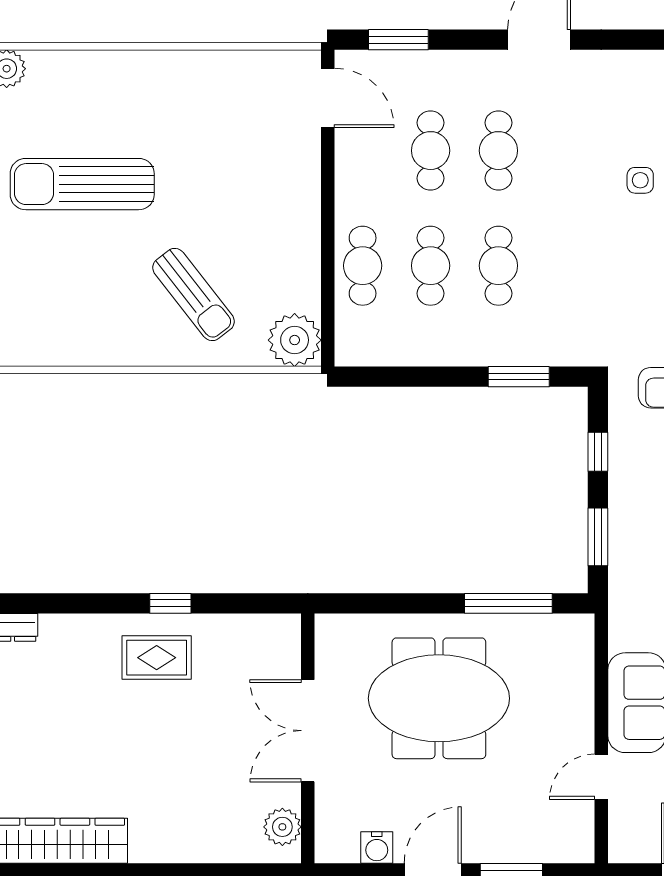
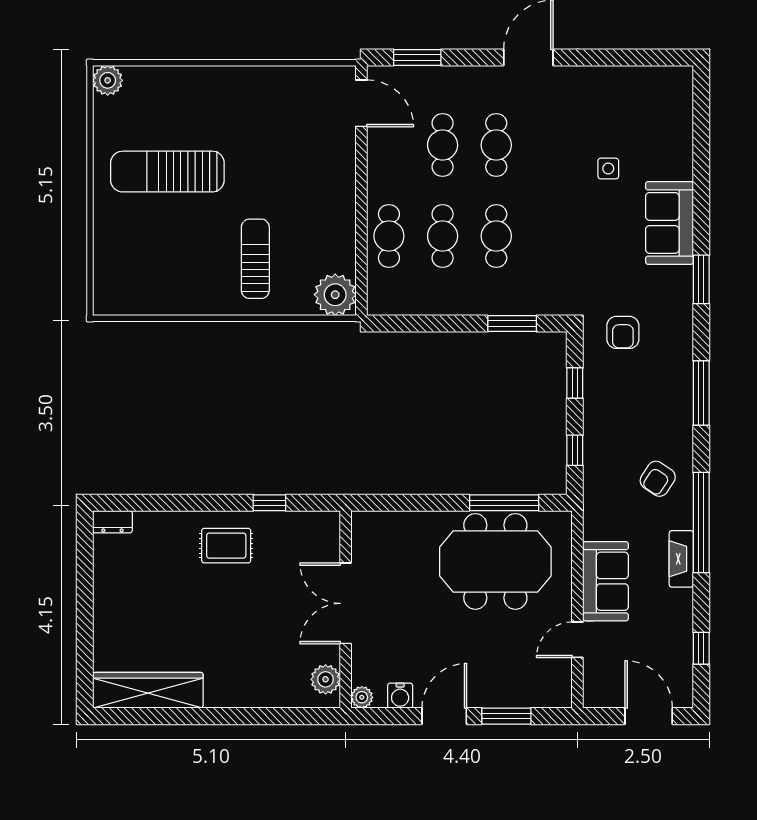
sun lounger: (194, 295) -> (255, 259), turned -142
window: (598, 537) -> (575, 450), width x0.67
window: (170, 603) -> (269, 503), moved
meeting table: (439, 698) -> (495, 561), moved
plant: (328, 850) -> (362, 697), added

